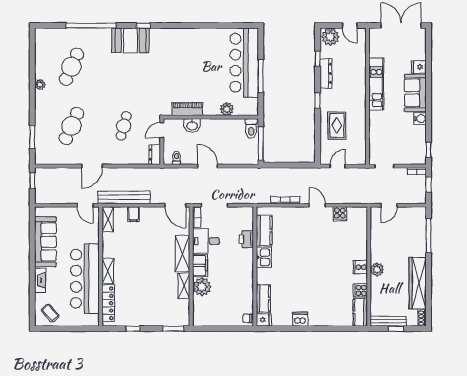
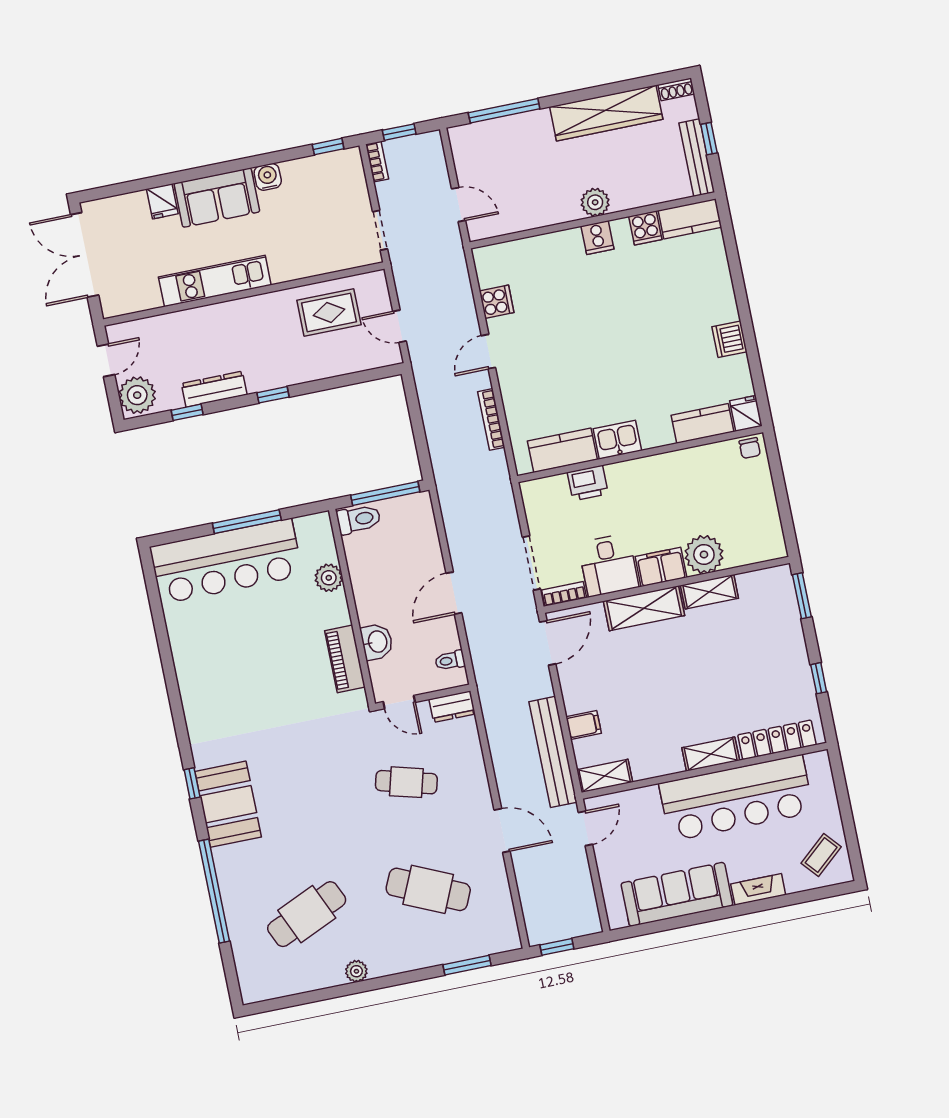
cafe table: (71, 67) -> (307, 914), turned -48
rug: (337, 126) -> (329, 312), moved

